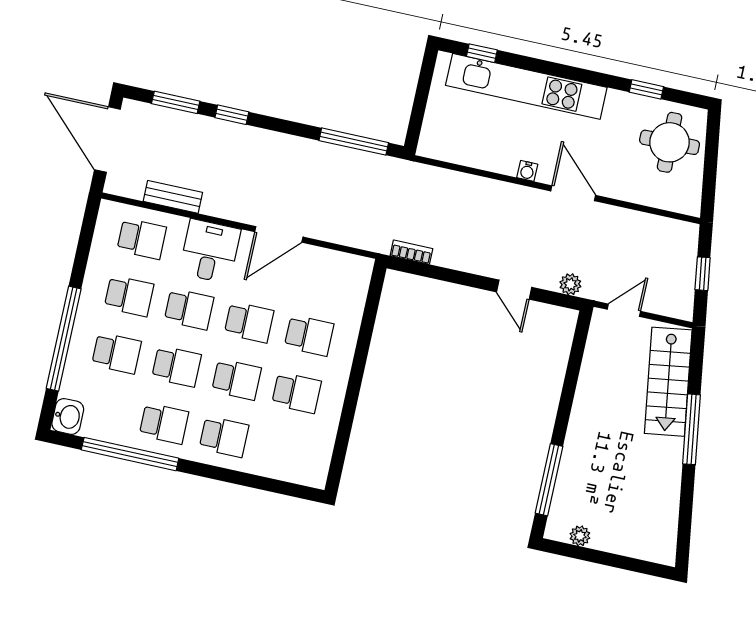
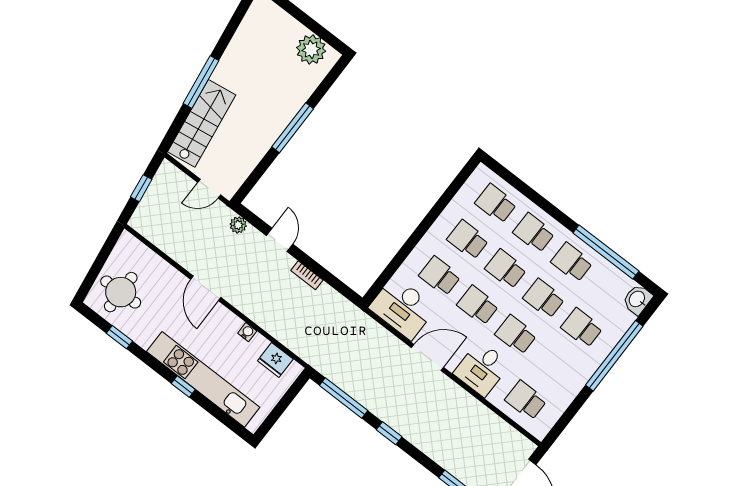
window: (482, 53) -> (183, 387), moved
window: (232, 115) -> (389, 433), moved
fridge: (454, 148) -> (275, 360), added
water cooler: (527, 171) -> (247, 332), moved
bench: (173, 197) -> (490, 419), removed
bookcase: (411, 252) -> (307, 275), moved
desk: (335, 278) -> (403, 308), added
school desk: (129, 296) -> (496, 203), moved
window: (549, 480) -> (293, 128), moved
plant: (580, 536) -> (311, 49), width x1.87, depth x1.87

